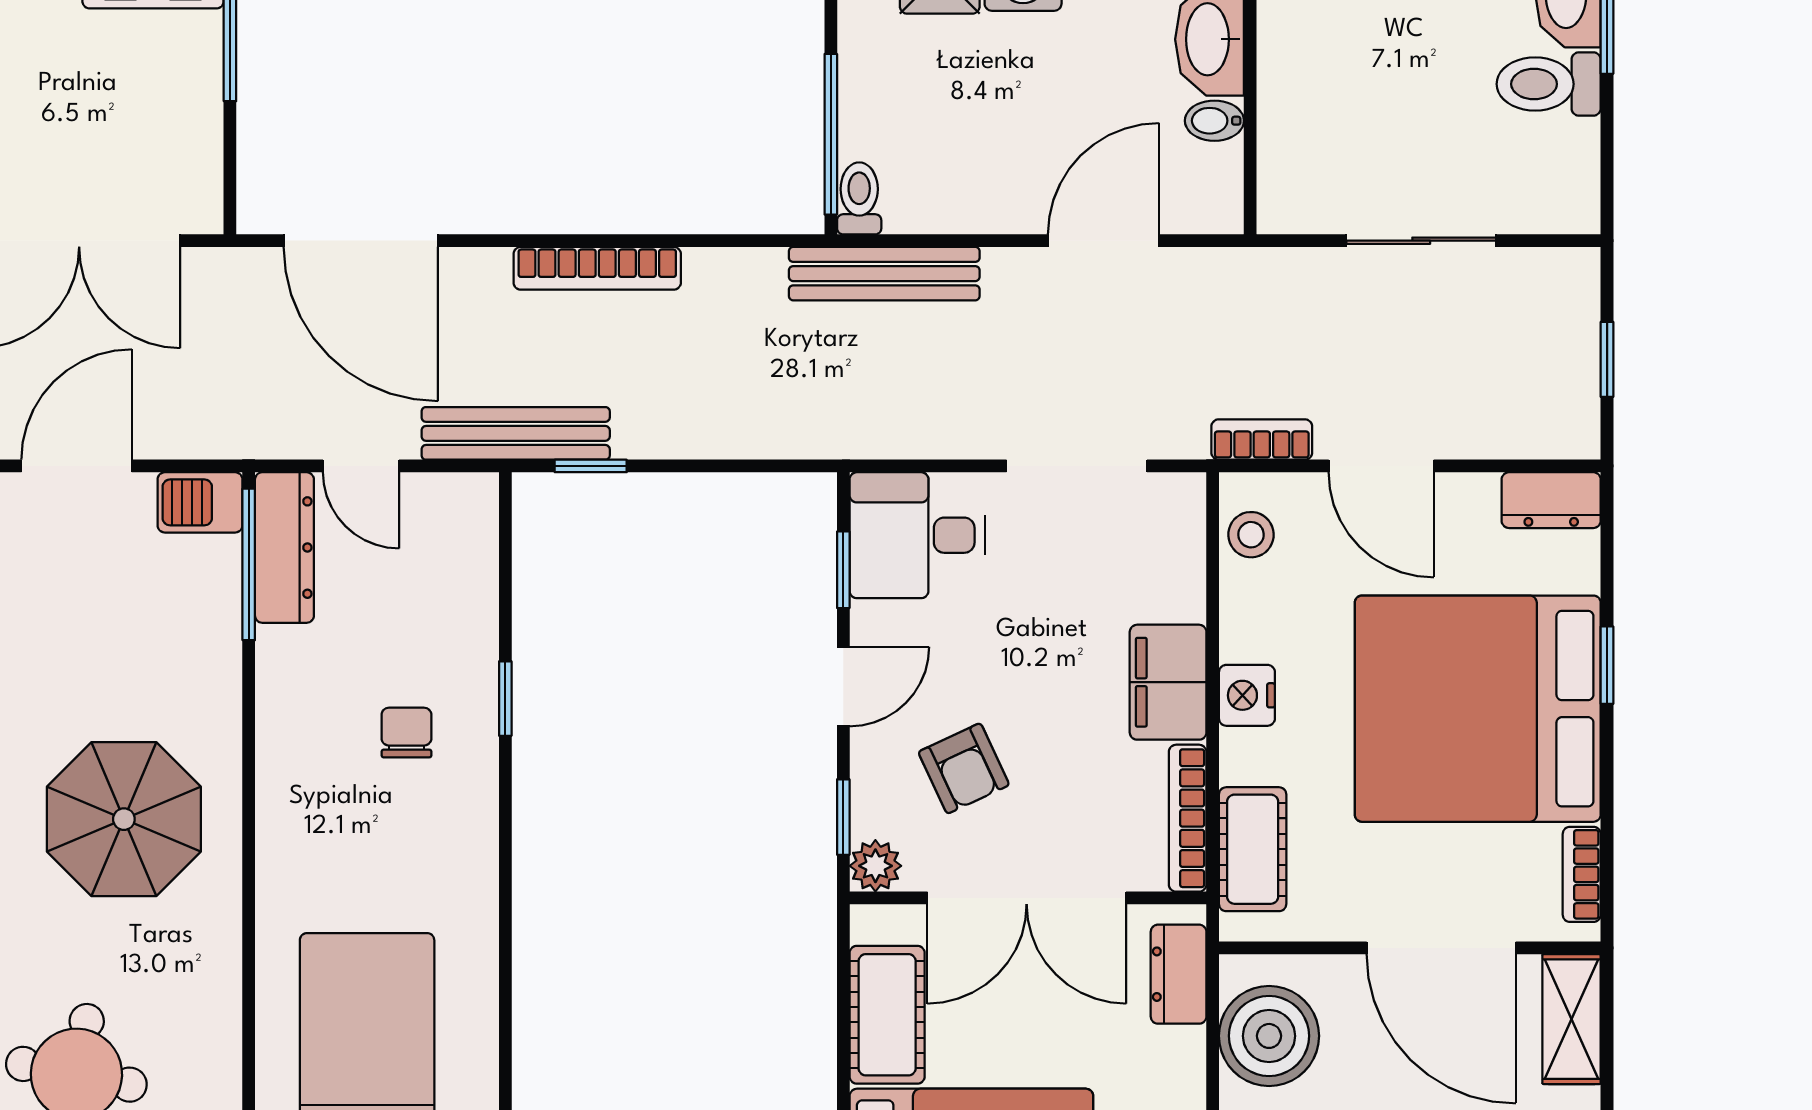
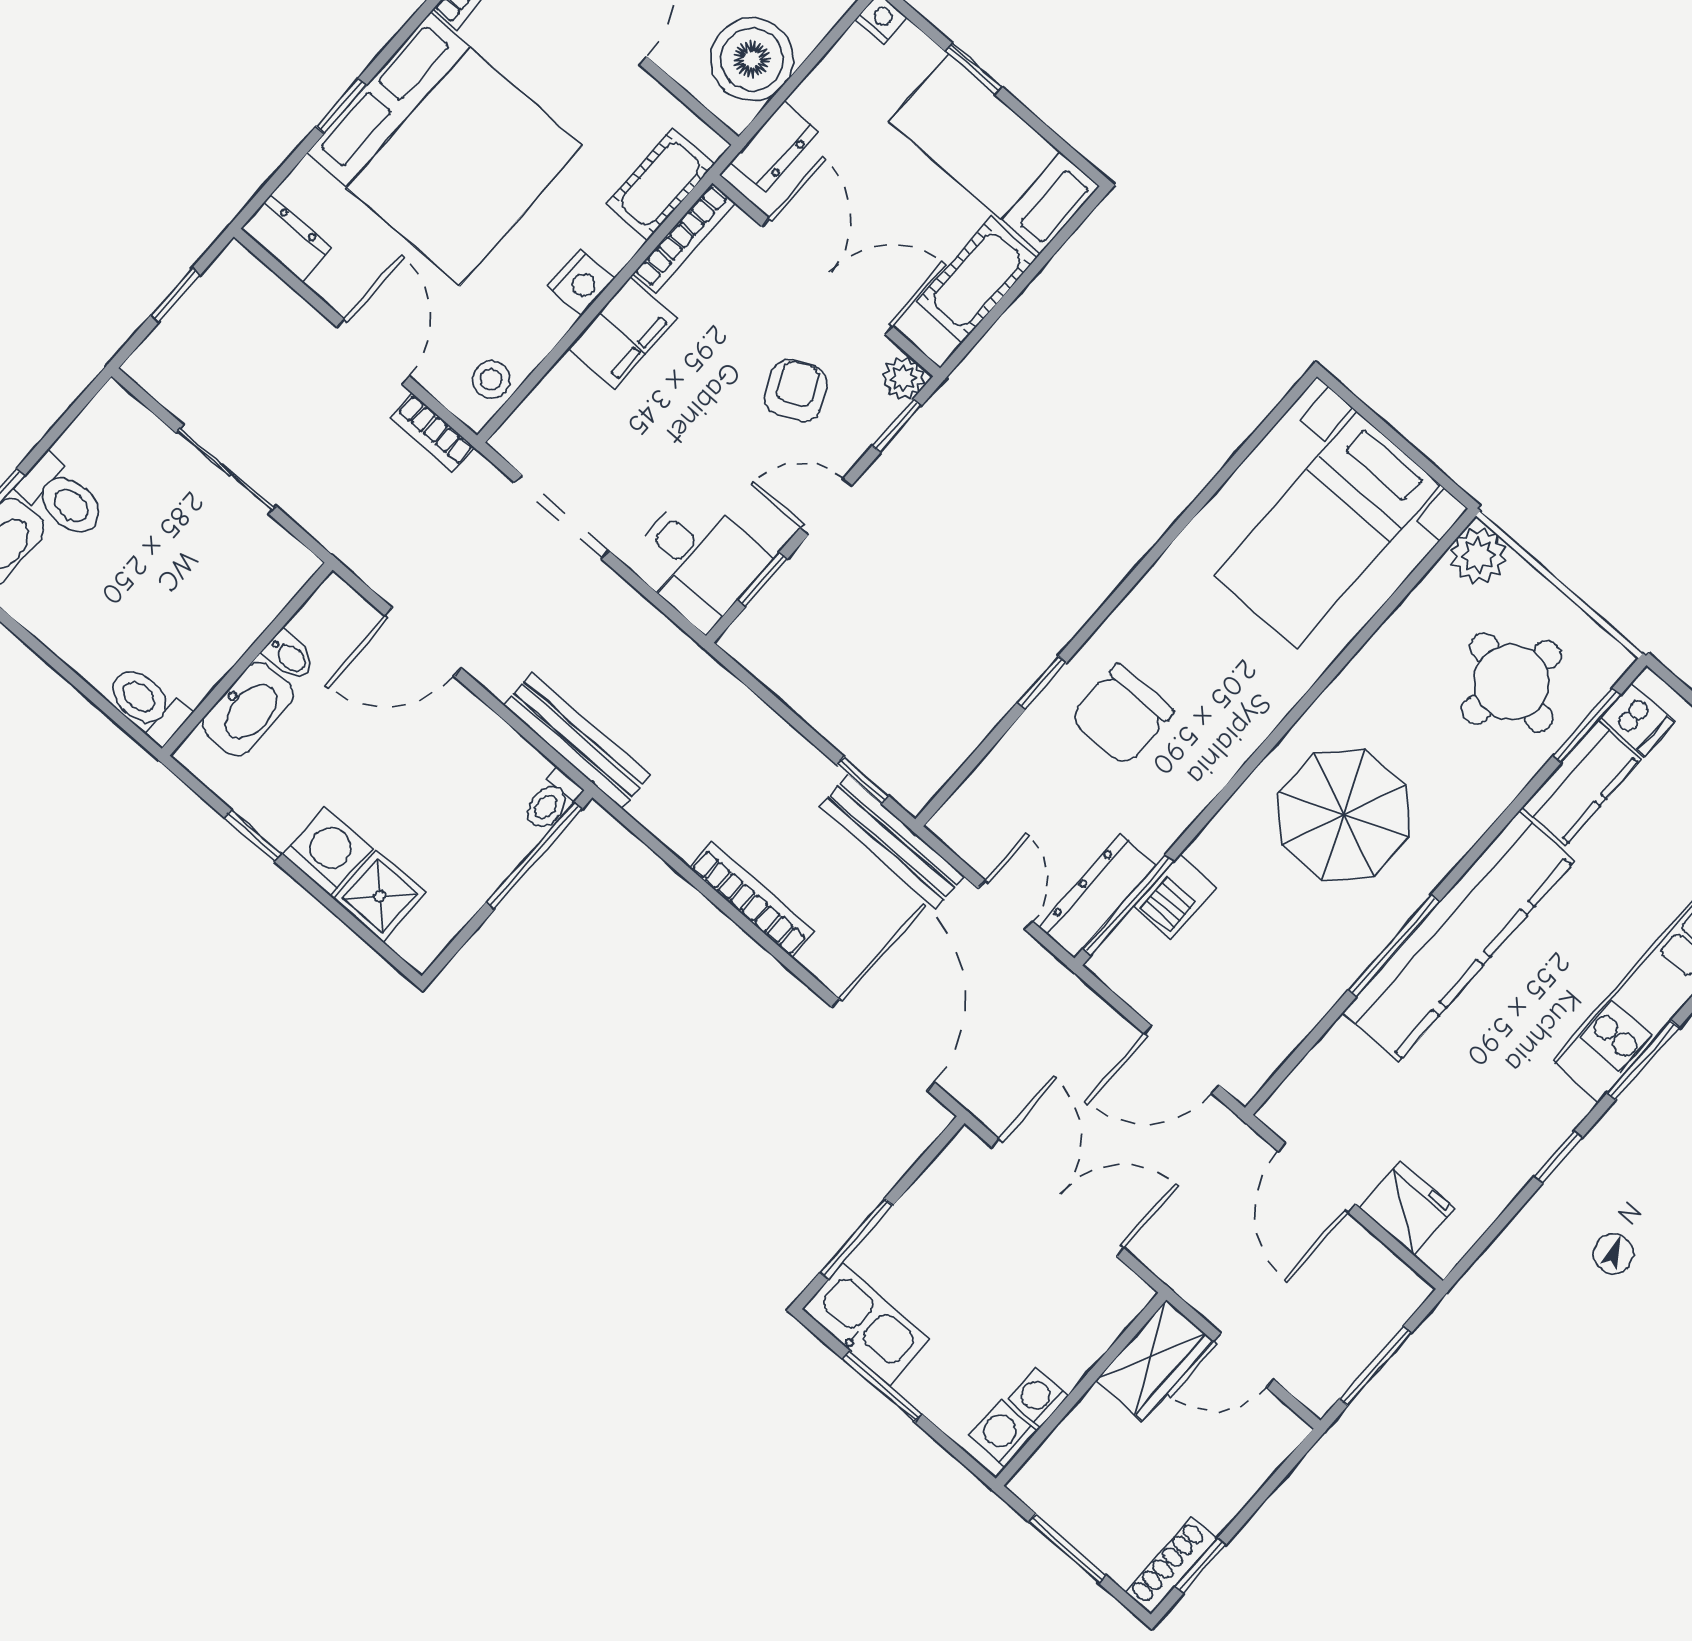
barbecue: (200, 502) -> (1175, 897), moved, turned 90
chair: (406, 733) -> (1122, 715), width x1.87, depth x1.87

